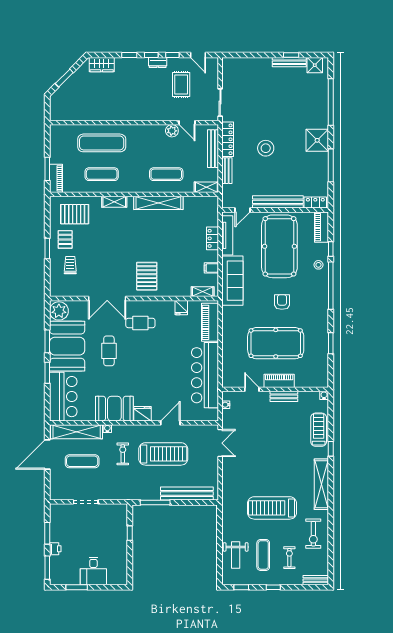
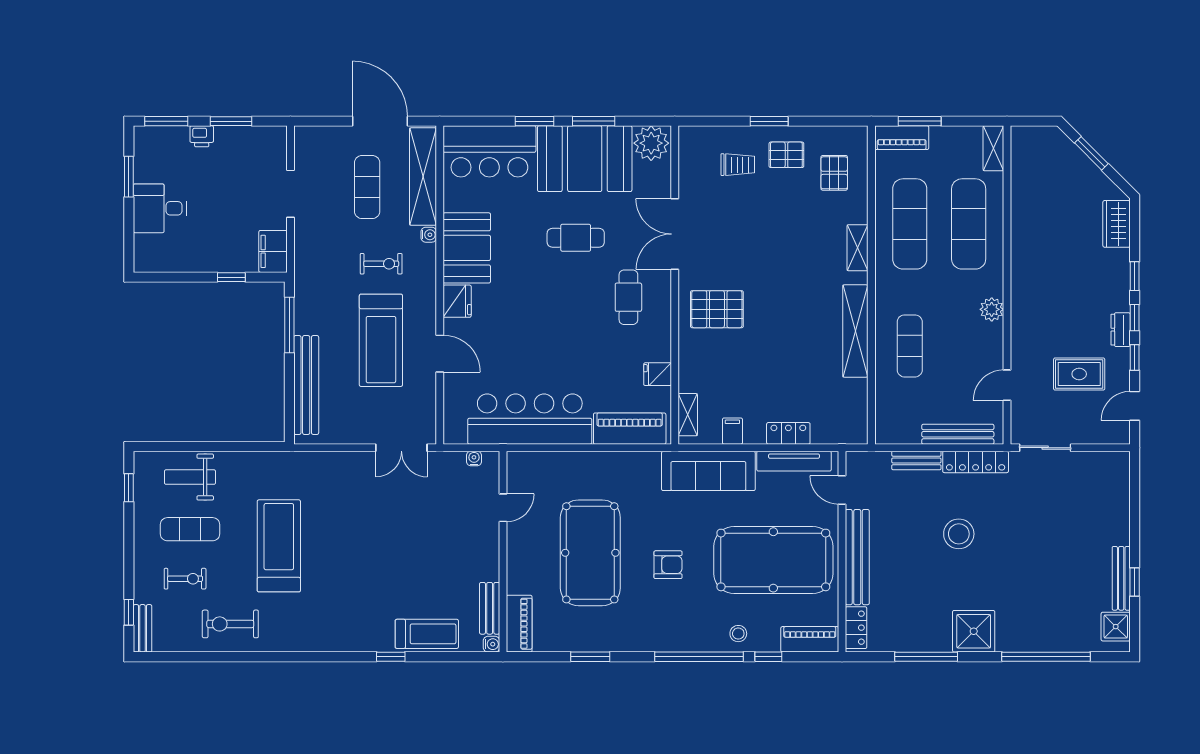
plant: (172, 131) -> (992, 309), moved
exercise mat: (102, 174) -> (910, 224), width x1.36, depth x1.45
shelving: (206, 187) -> (993, 148), moved
pallet: (75, 214) -> (834, 173), width x0.67, depth x0.71
piano: (279, 381) -> (519, 624), moved
bench: (284, 396) -> (490, 608), moved
shelving: (321, 484) -> (324, 639), removed
filing cabinet: (116, 511) -> (273, 251), added
window: (273, 587) -> (129, 612), moved

